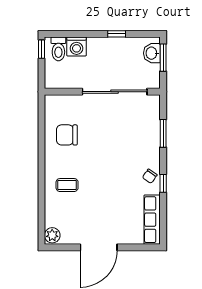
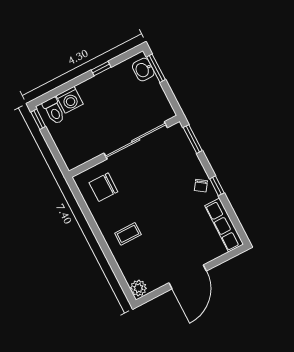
wall: (102, 92) -> (124, 146), moved
sliding door: (115, 92) -> (136, 140), moved

